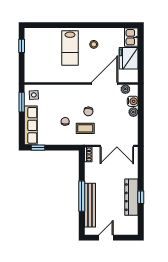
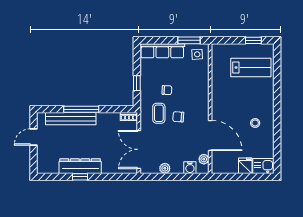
lab bench: (70, 48) -> (251, 68), moved, turned 180
fridge: (129, 58) -> (245, 166), width x0.53, depth x0.75
plant: (133, 112) -> (165, 168), moved
window: (38, 148) -> (137, 83), moved
door: (106, 238) -> (34, 137), swing flipped

